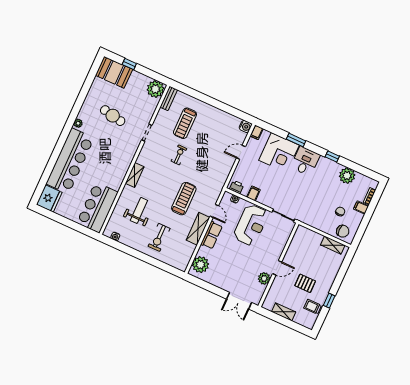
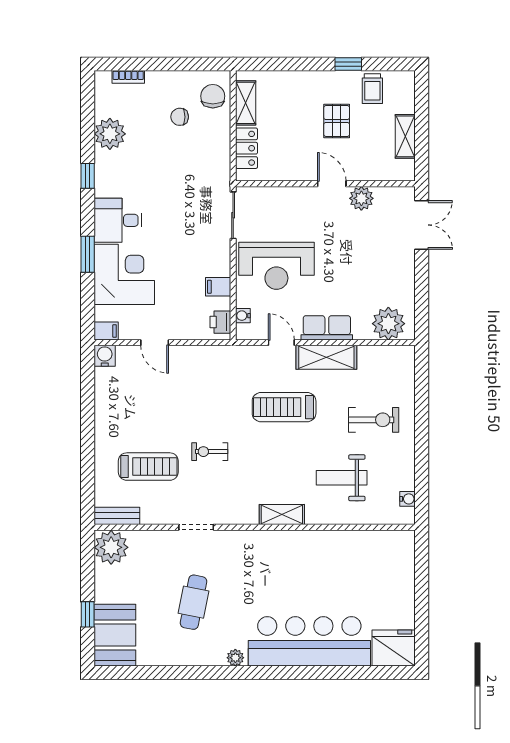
bar counter: (97, 207) -> (370, 555), removed
filing cabinet: (361, 207) -> (155, 83), removed
door: (214, 211) -> (281, 343), hinge flipped
reception desk: (251, 225) -> (276, 266), turned 180
locker: (312, 236) -> (247, 148), added

